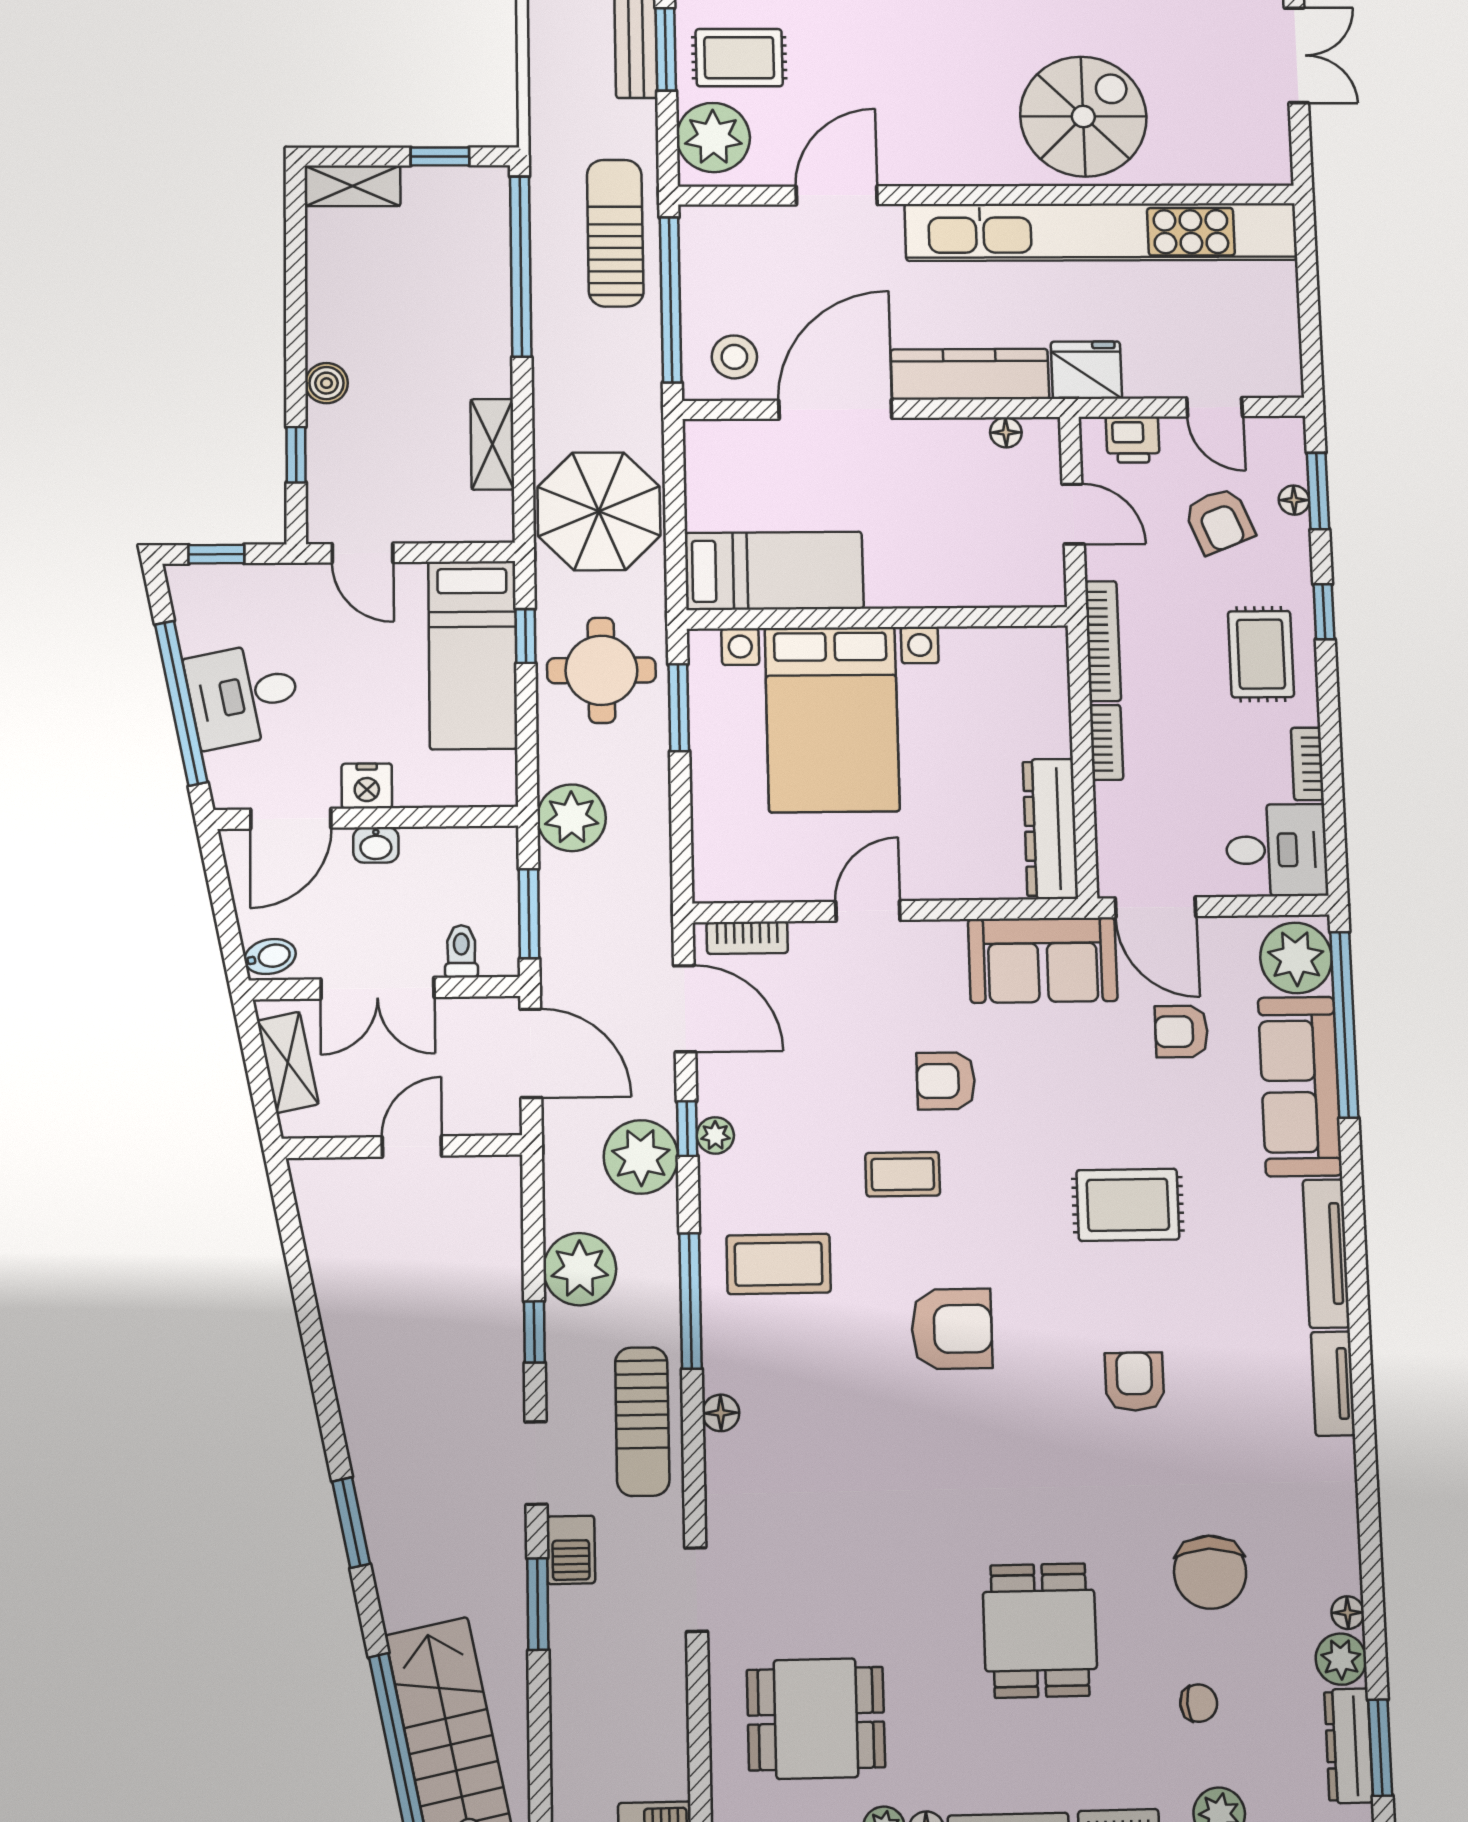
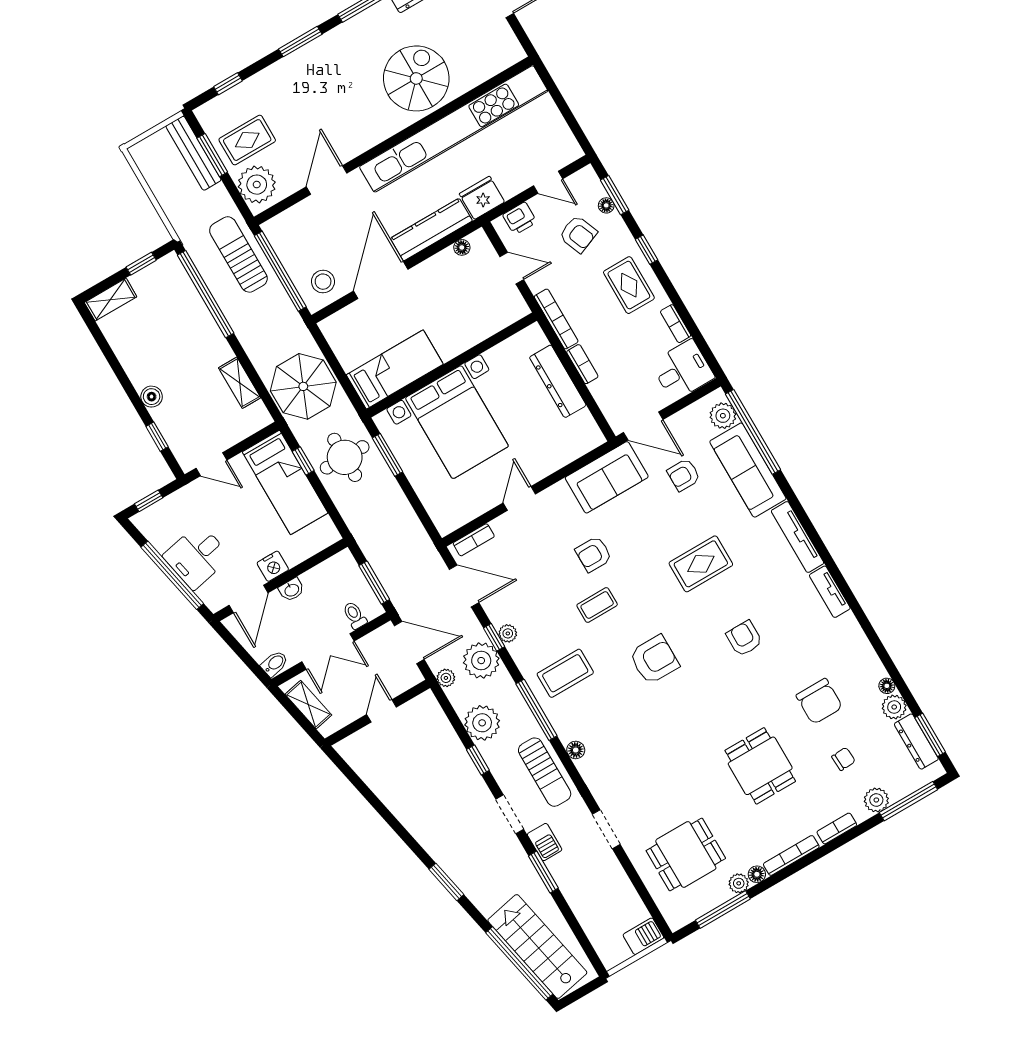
plant: (572, 818) -> (446, 678), moved, width x0.53, depth x0.53
dresser: (1050, 829) -> (558, 381), moved
plant: (1296, 958) -> (723, 416), width x0.73, depth x0.73

